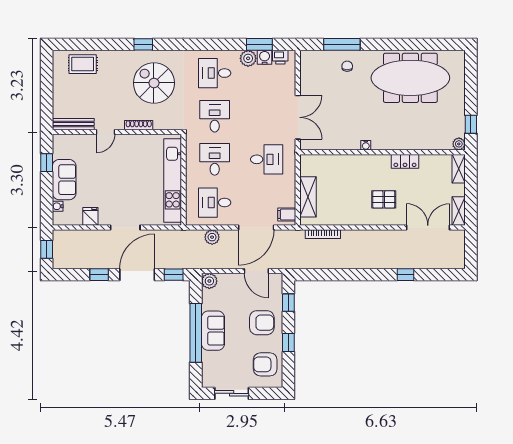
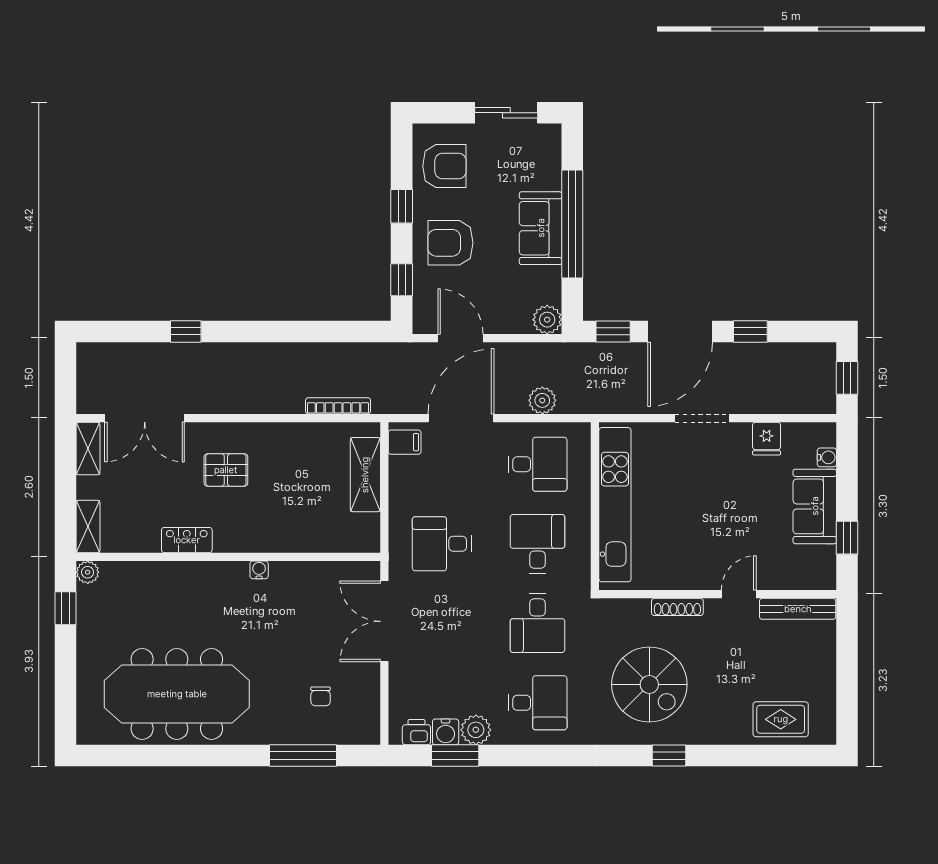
chair: (347, 66) -> (321, 696), moved
desk: (215, 159) -> (537, 544), turned 180

